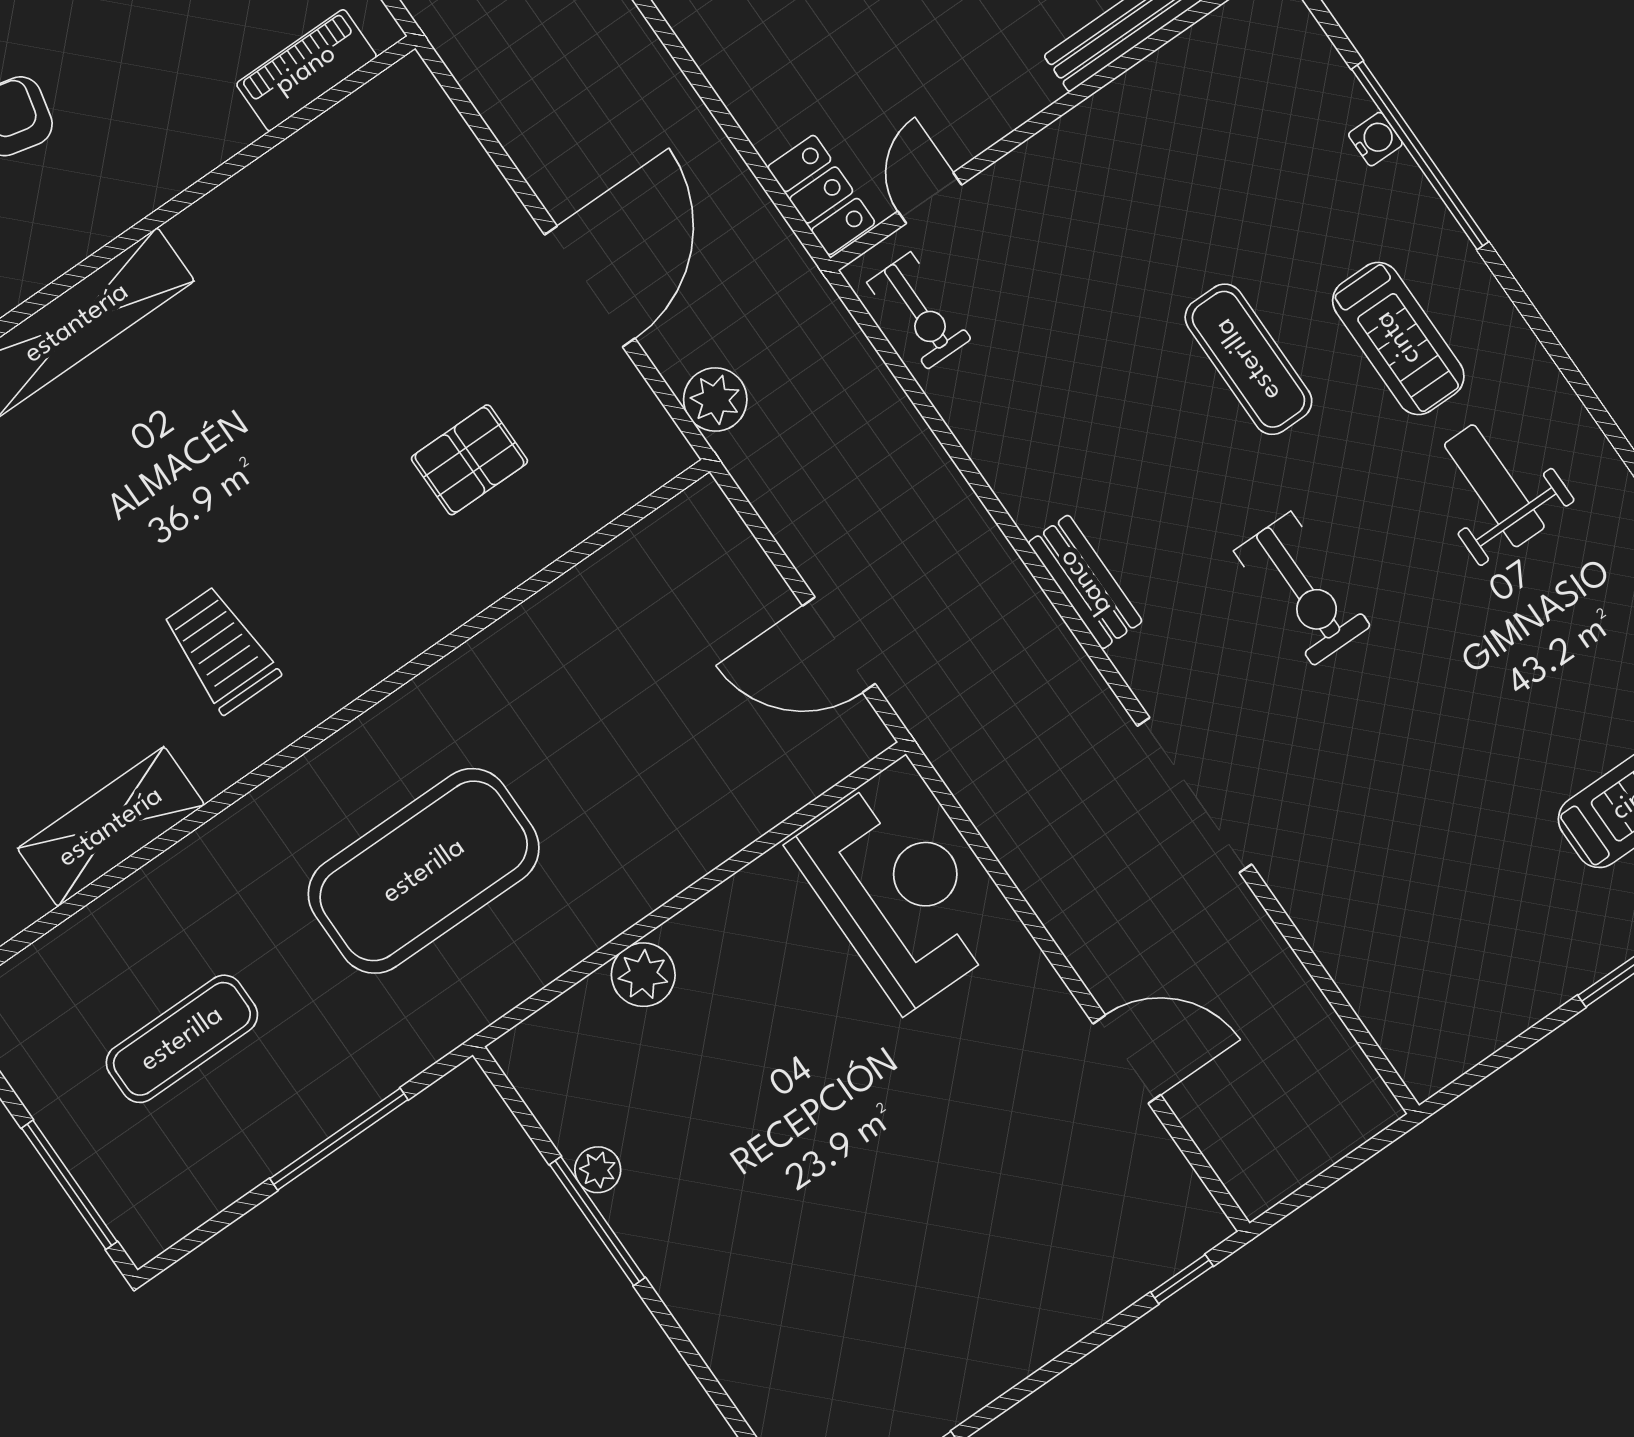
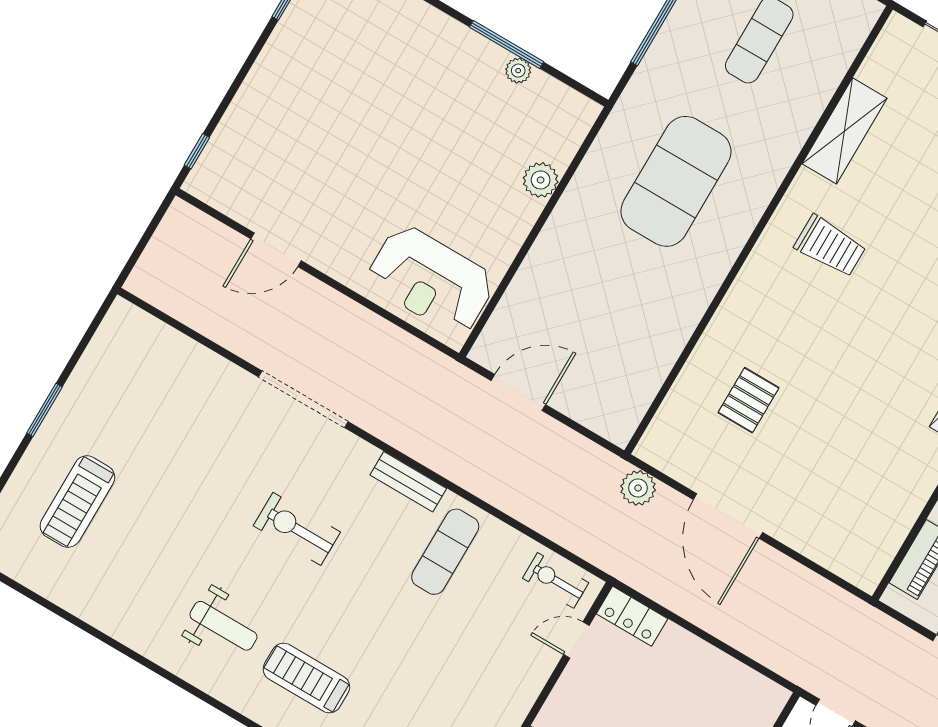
door: (930, 198) -> (576, 640), swing flipped
exercise mat: (1248, 359) -> (445, 552), moved, turned 90

